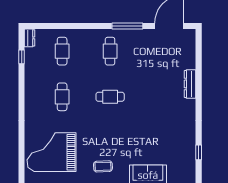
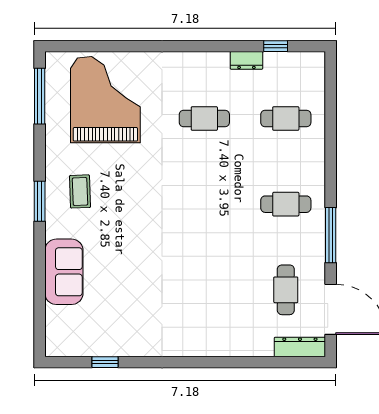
dresser: (30, 38) -> (246, 60), moved
dresser: (190, 84) -> (300, 347), moved
cafe table: (110, 97) -> (286, 290), moved

